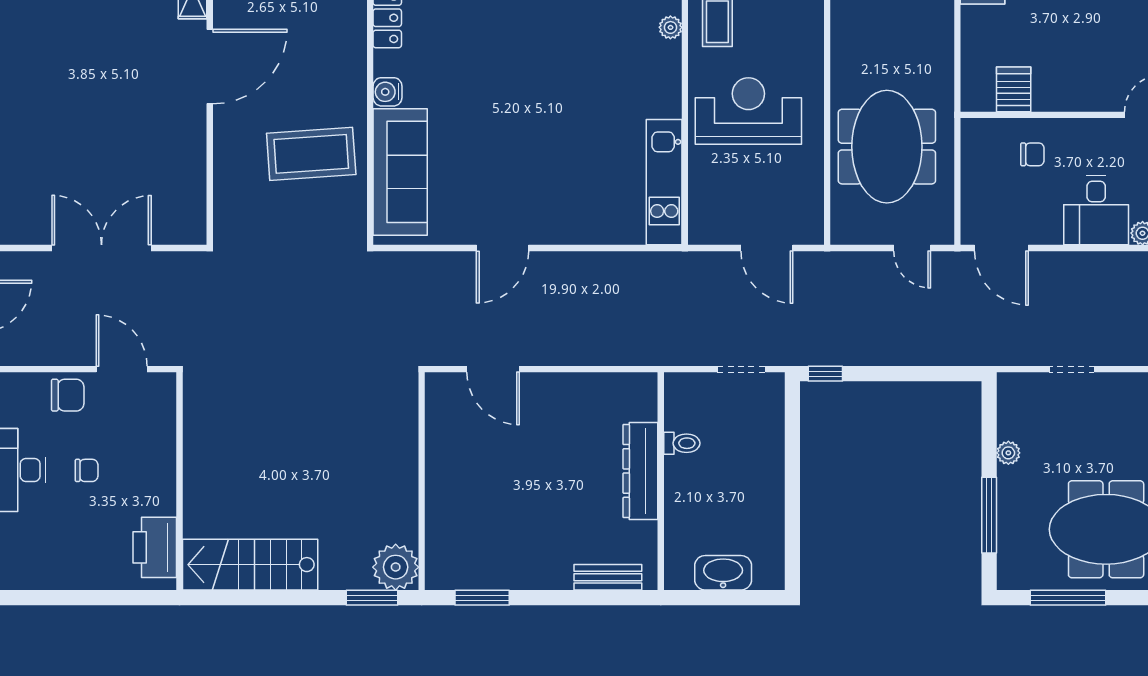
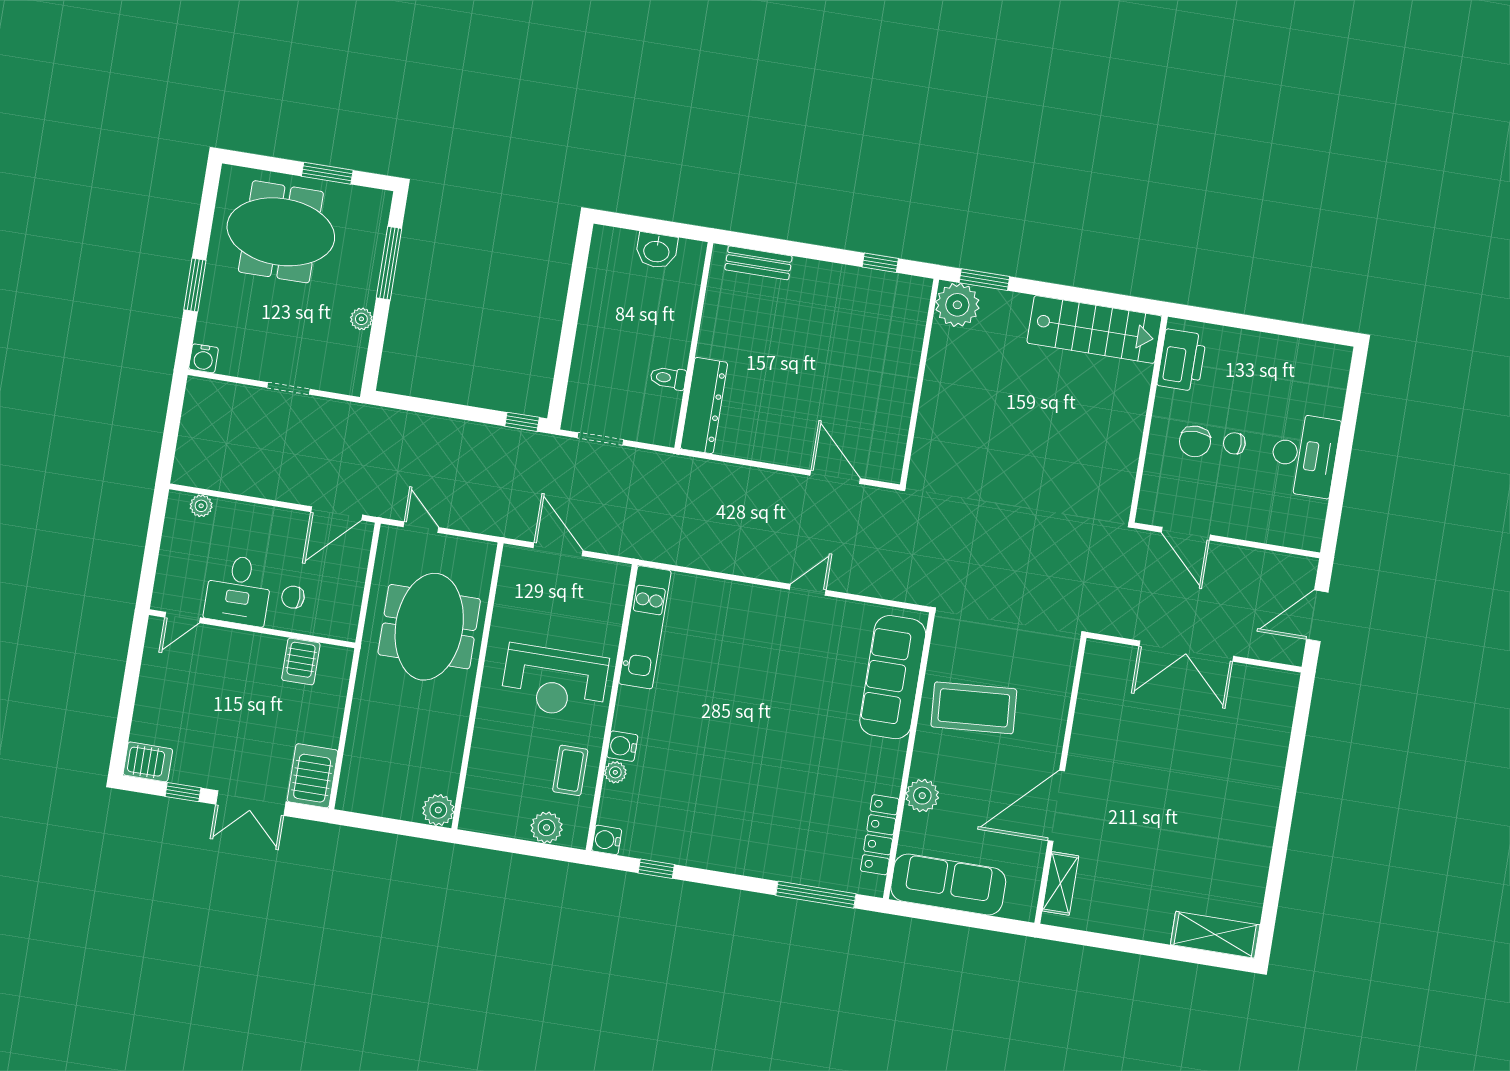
plant: (350, 55) -> (922, 796), added
water cooler: (387, 92) -> (622, 746), moved, turned 180
desk: (1096, 210) -> (238, 590), moved, turned 180
door: (502, 248) -> (808, 590), width x0.73
door: (1001, 248) -> (337, 513), swing flipped
chair: (68, 395) -> (1195, 441), moved, turned -90
dresser: (640, 471) -> (704, 406), moved
washbasin: (723, 573) -> (656, 251), width x0.72
window: (482, 598) -> (880, 263), width x0.67
window: (1068, 598) -> (327, 173), width x0.69

